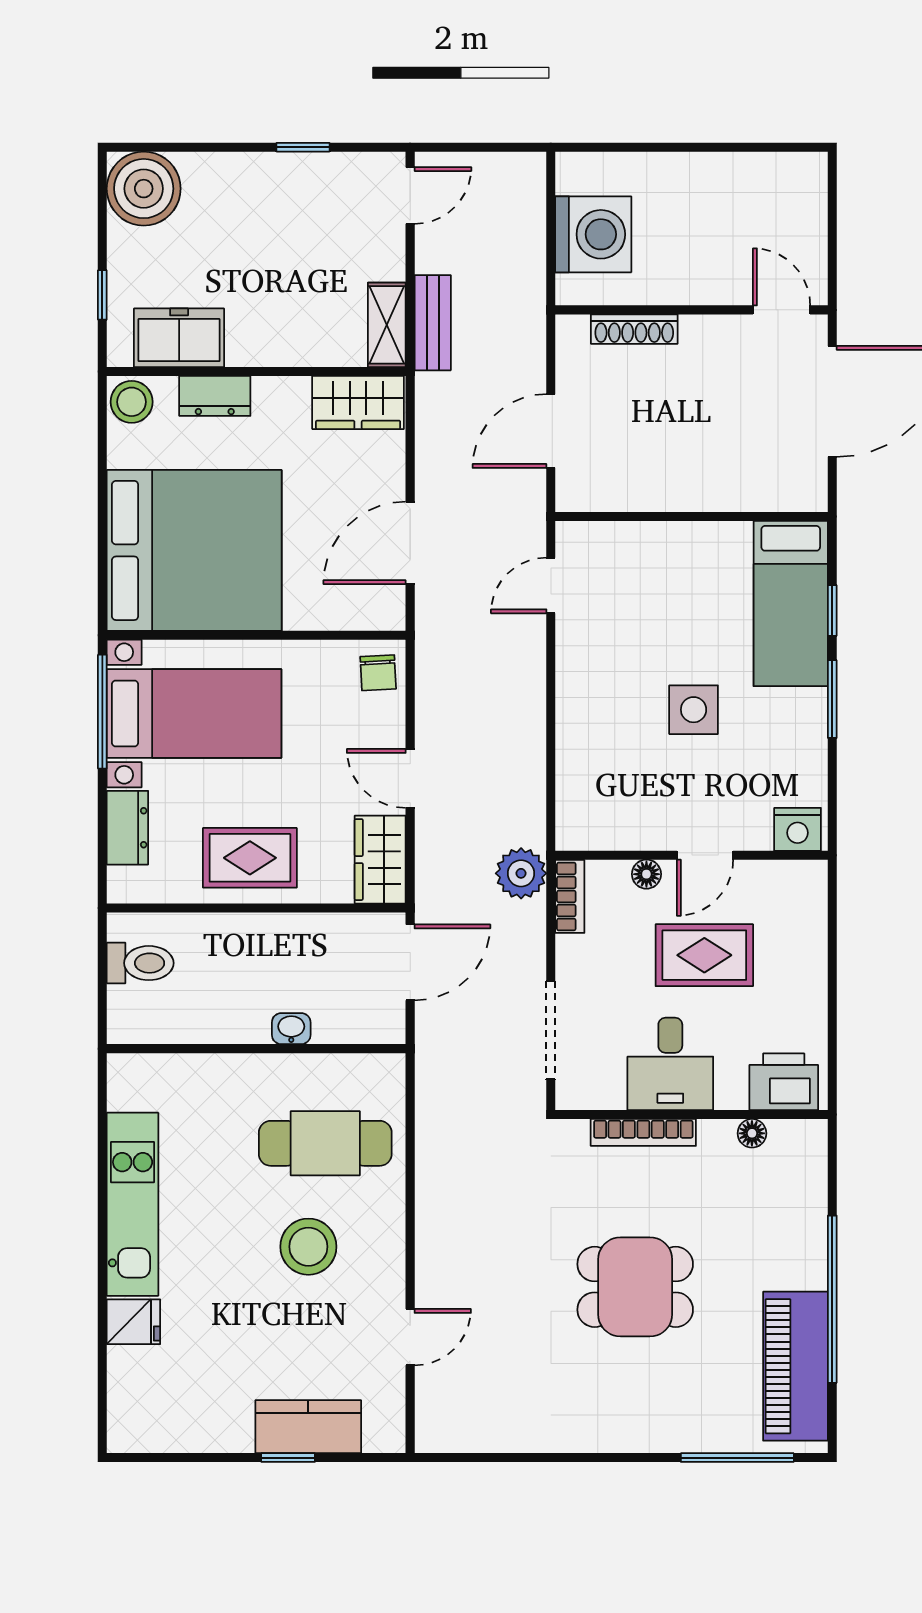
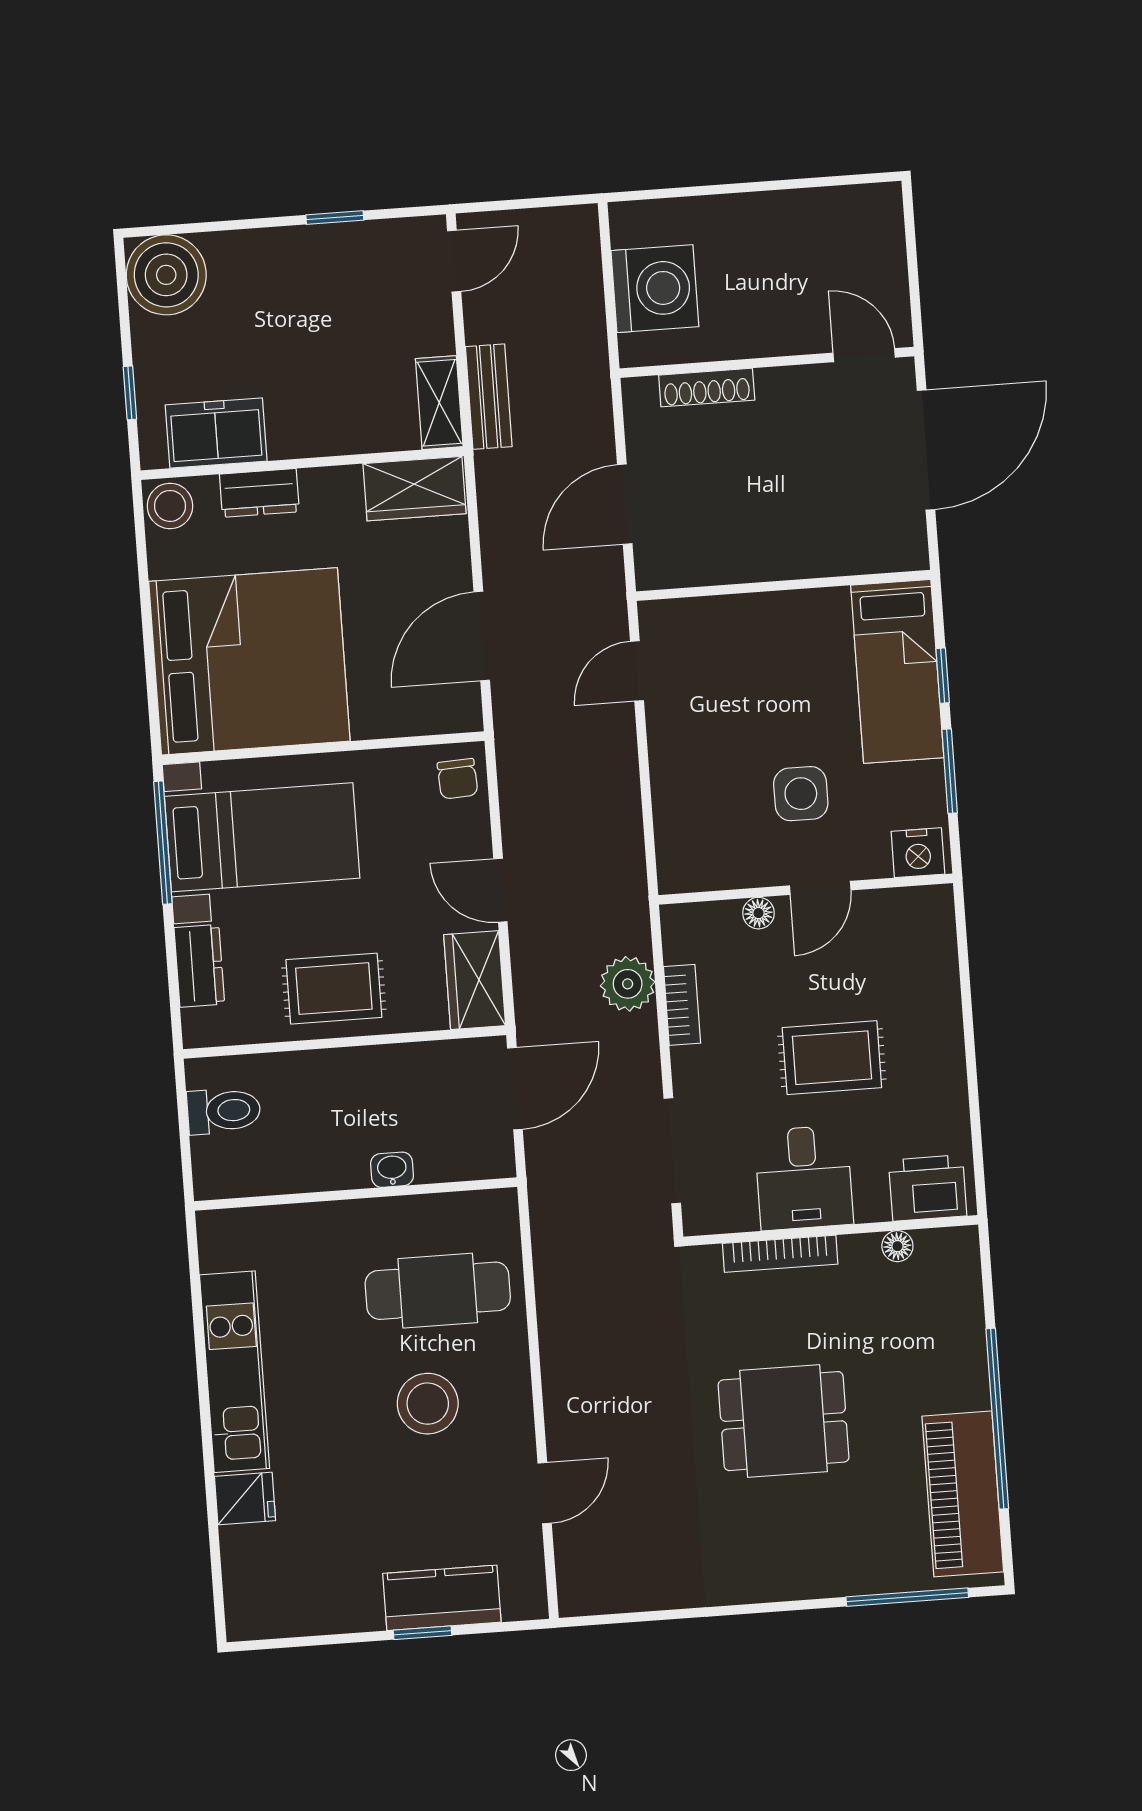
nightstand: (798, 829) -> (918, 853), moved
wall: (692, 855) -> (806, 889), moved
door: (705, 855) -> (820, 888), moved
floor lamp: (646, 874) -> (759, 913), moved

